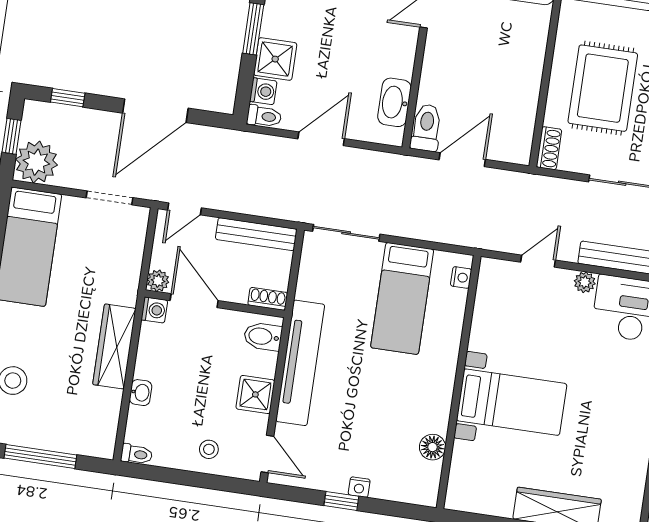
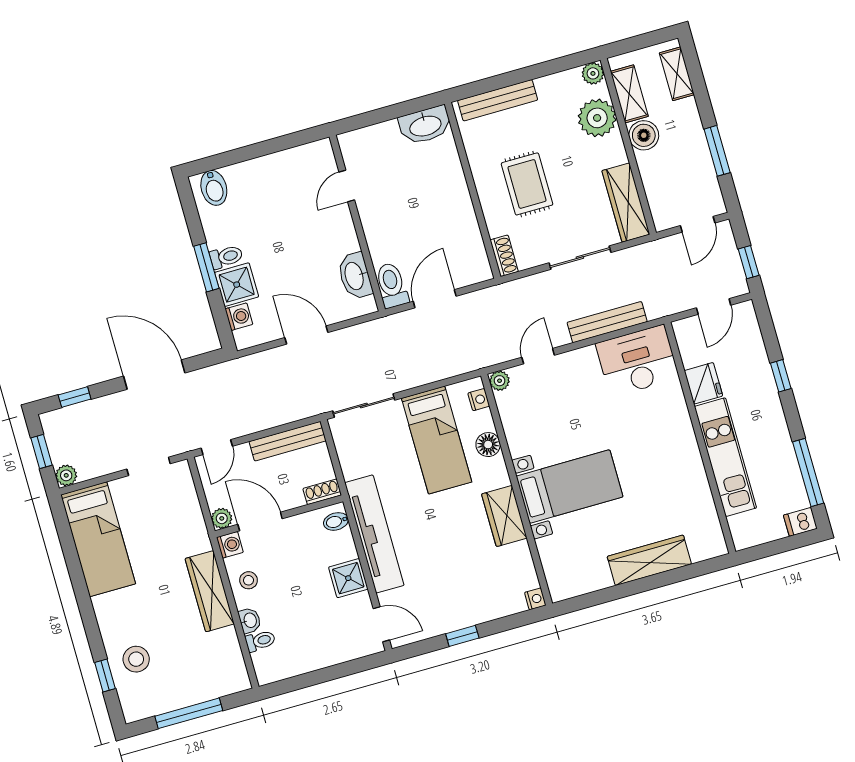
rug: (603, 88) -> (527, 184), width x0.73, depth x0.70
door: (155, 111) -> (154, 375), swing flipped
toilet: (264, 116) -> (226, 257), moved
door: (321, 139) -> (306, 335), hinge flipped
plant: (36, 162) -> (66, 475), width x0.53, depth x0.53
plant: (585, 282) -> (500, 381), moved
bidet: (263, 337) -> (336, 521), width x0.72, depth x0.74
wardrobe: (435, 402) -> (504, 516), added
floor lamp: (433, 447) -> (488, 445), moved
stool: (209, 449) -> (249, 580), moved
toilet: (137, 454) -> (260, 641), moved
nightstand: (359, 487) -> (535, 599), moved, turned -90

